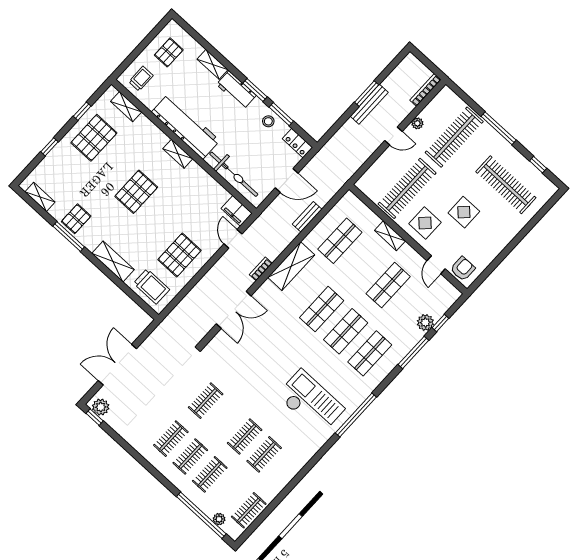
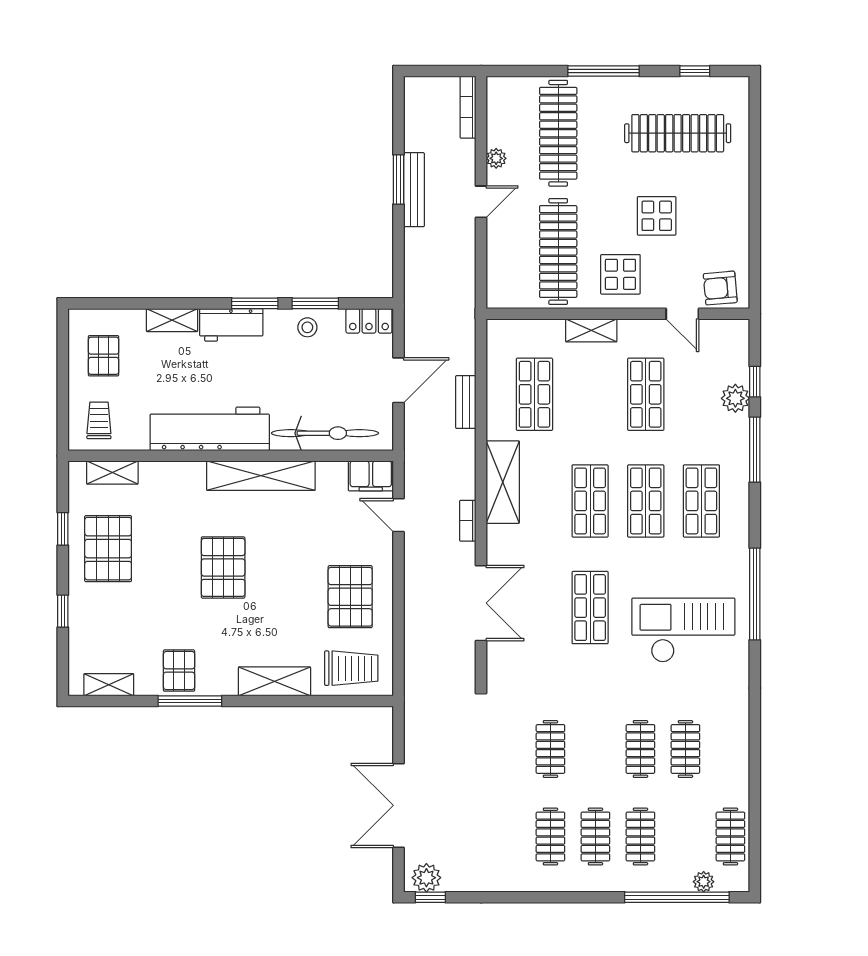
shelving: (178, 154) -> (261, 476), width x2.20, depth x1.33
armchair: (463, 269) -> (720, 288), turned -95
shop shelf: (279, 355) -> (590, 608), added

